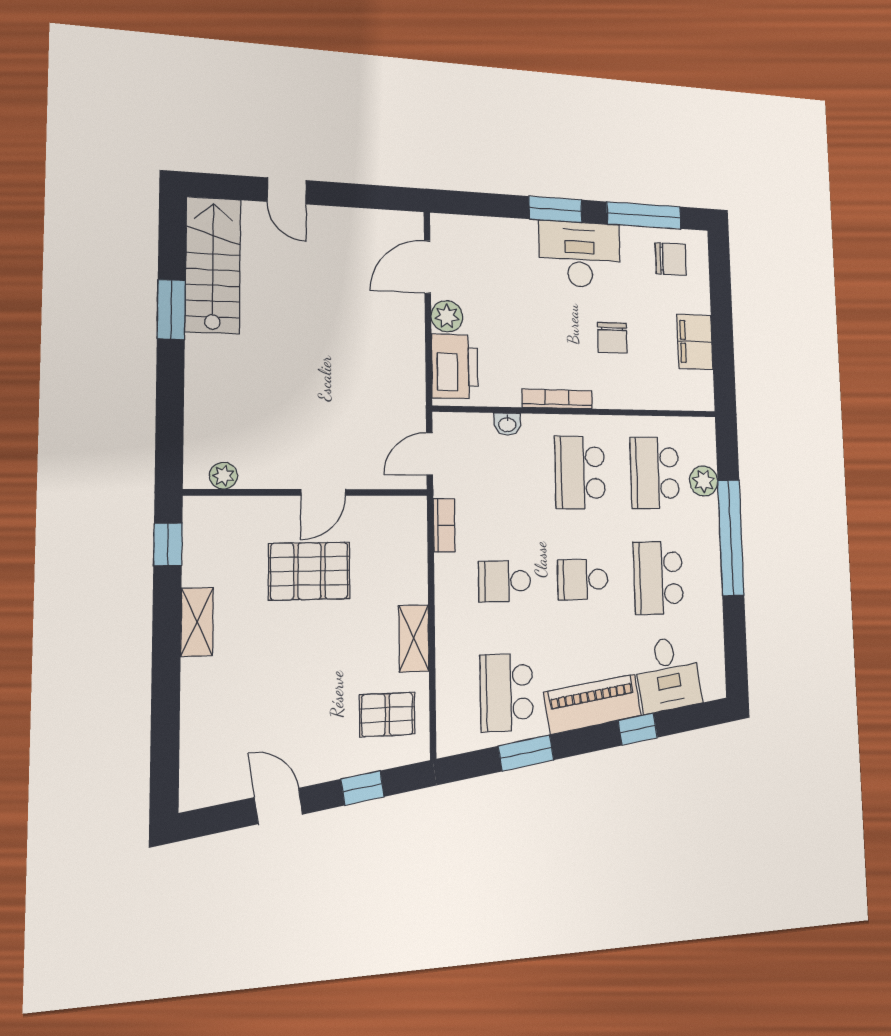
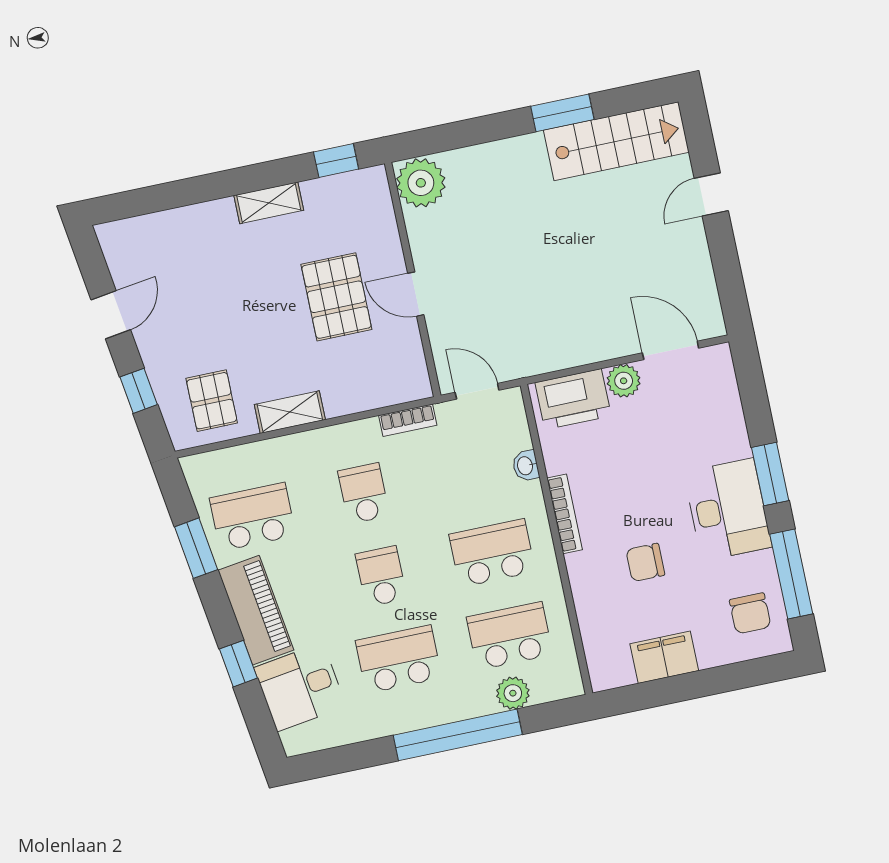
plant: (223, 476) -> (421, 183), width x1.88, depth x1.88

